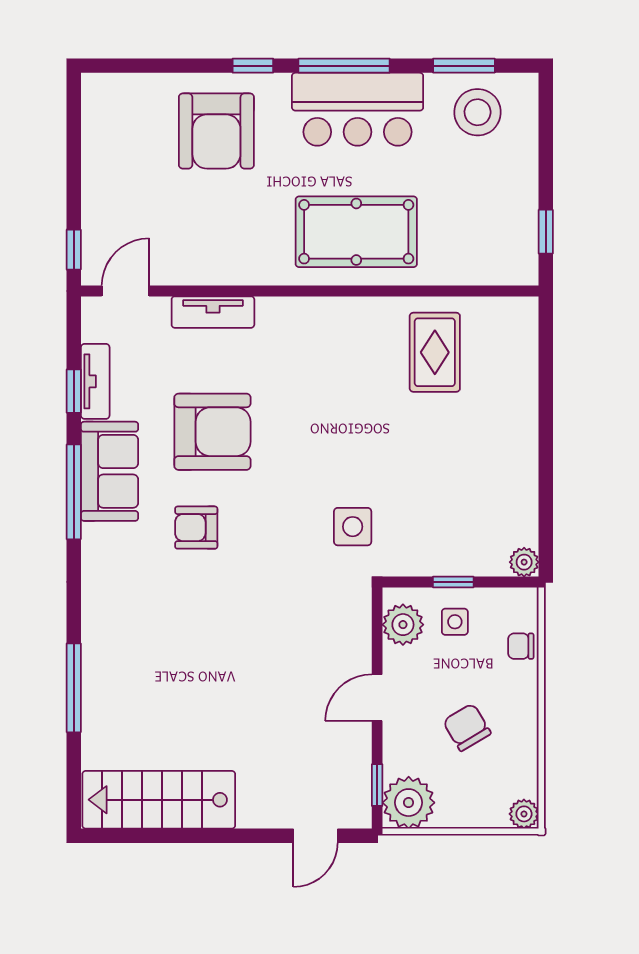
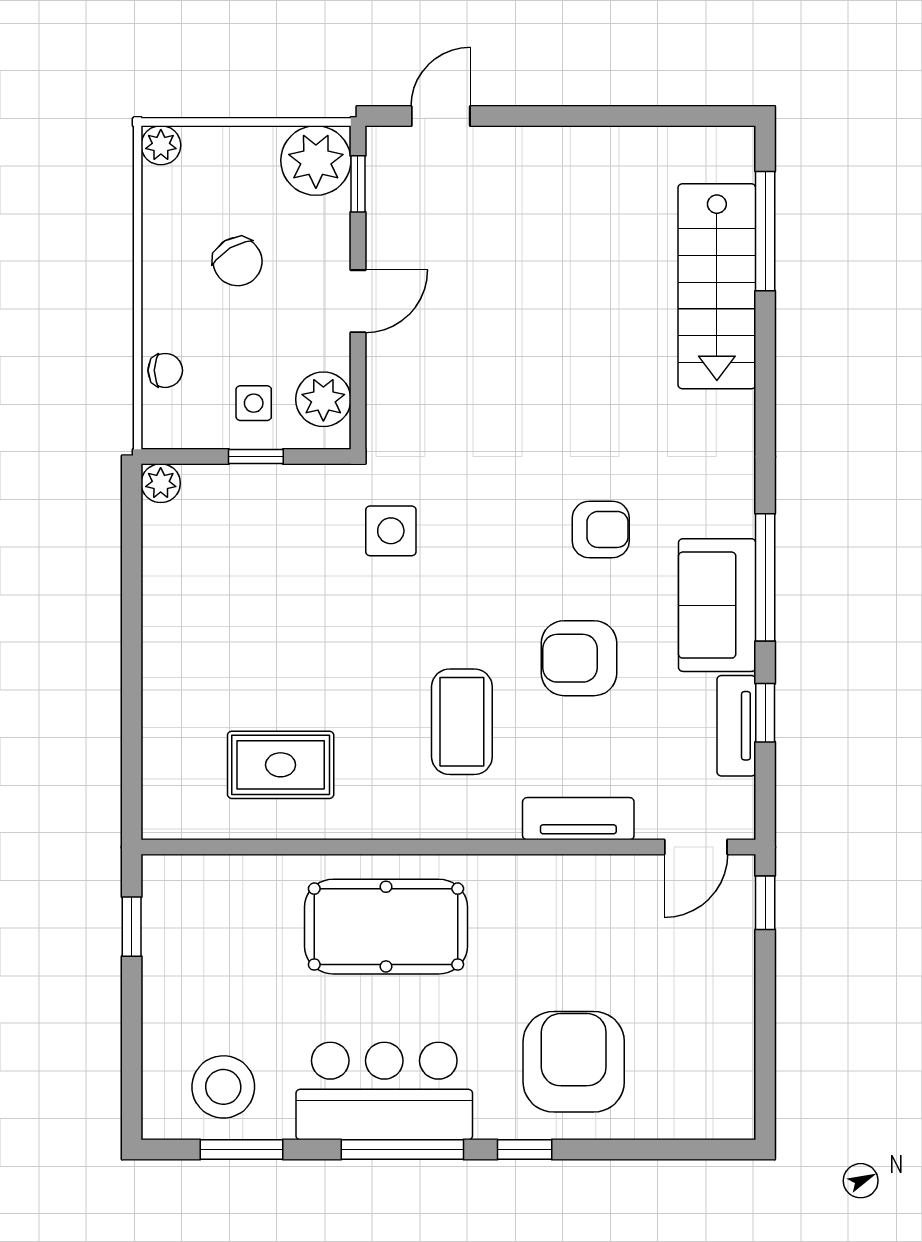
rug: (435, 352) -> (281, 765), turned 90
coffee table: (300, 384) -> (462, 722), added
armchair: (212, 432) -> (579, 658), width x0.73, depth x0.73
window: (74, 688) -> (765, 231), moved
stairs: (159, 800) -> (717, 286), moved, turned 90

